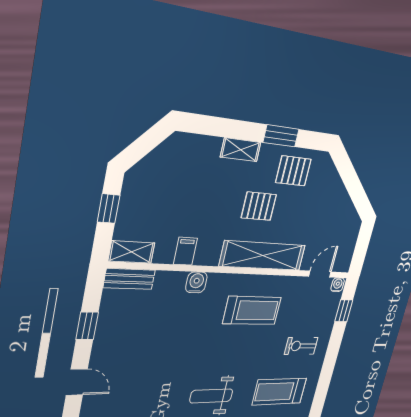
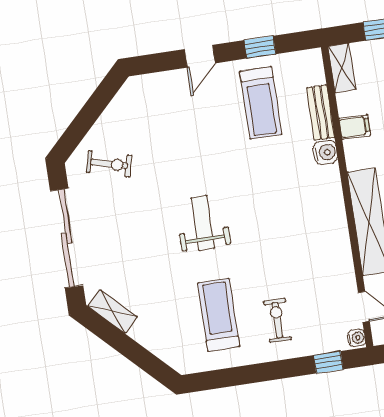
bench: (129, 279) -> (321, 113), moved
treadmill: (252, 310) -> (261, 103), moved

